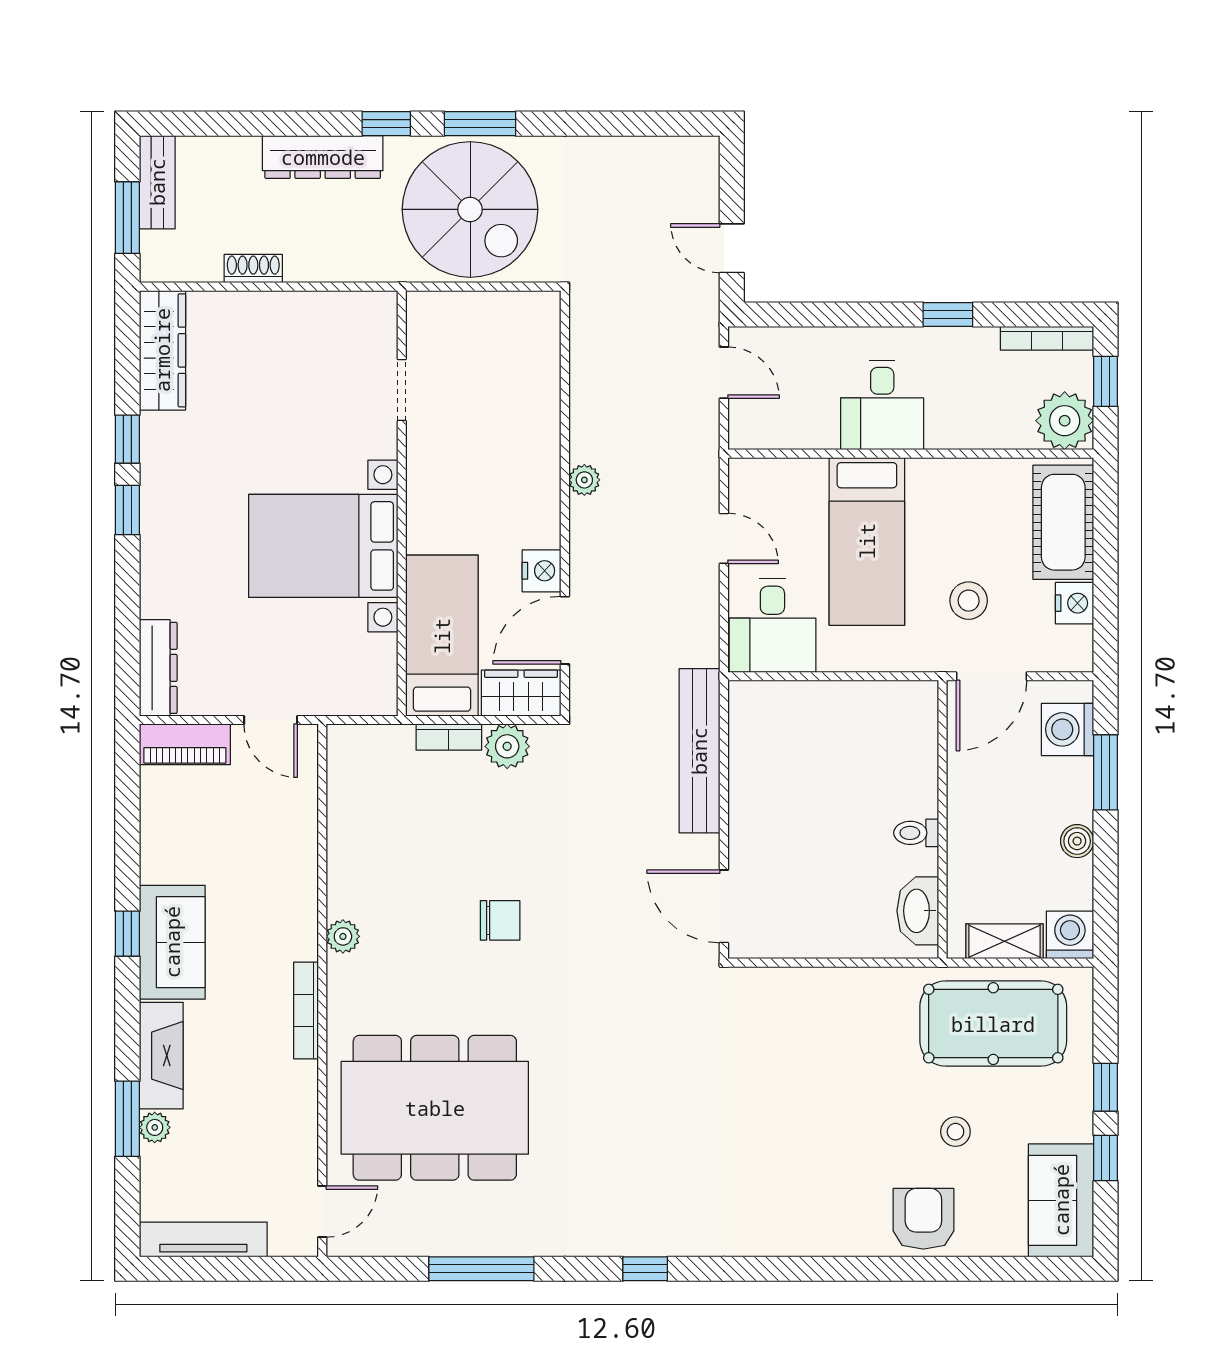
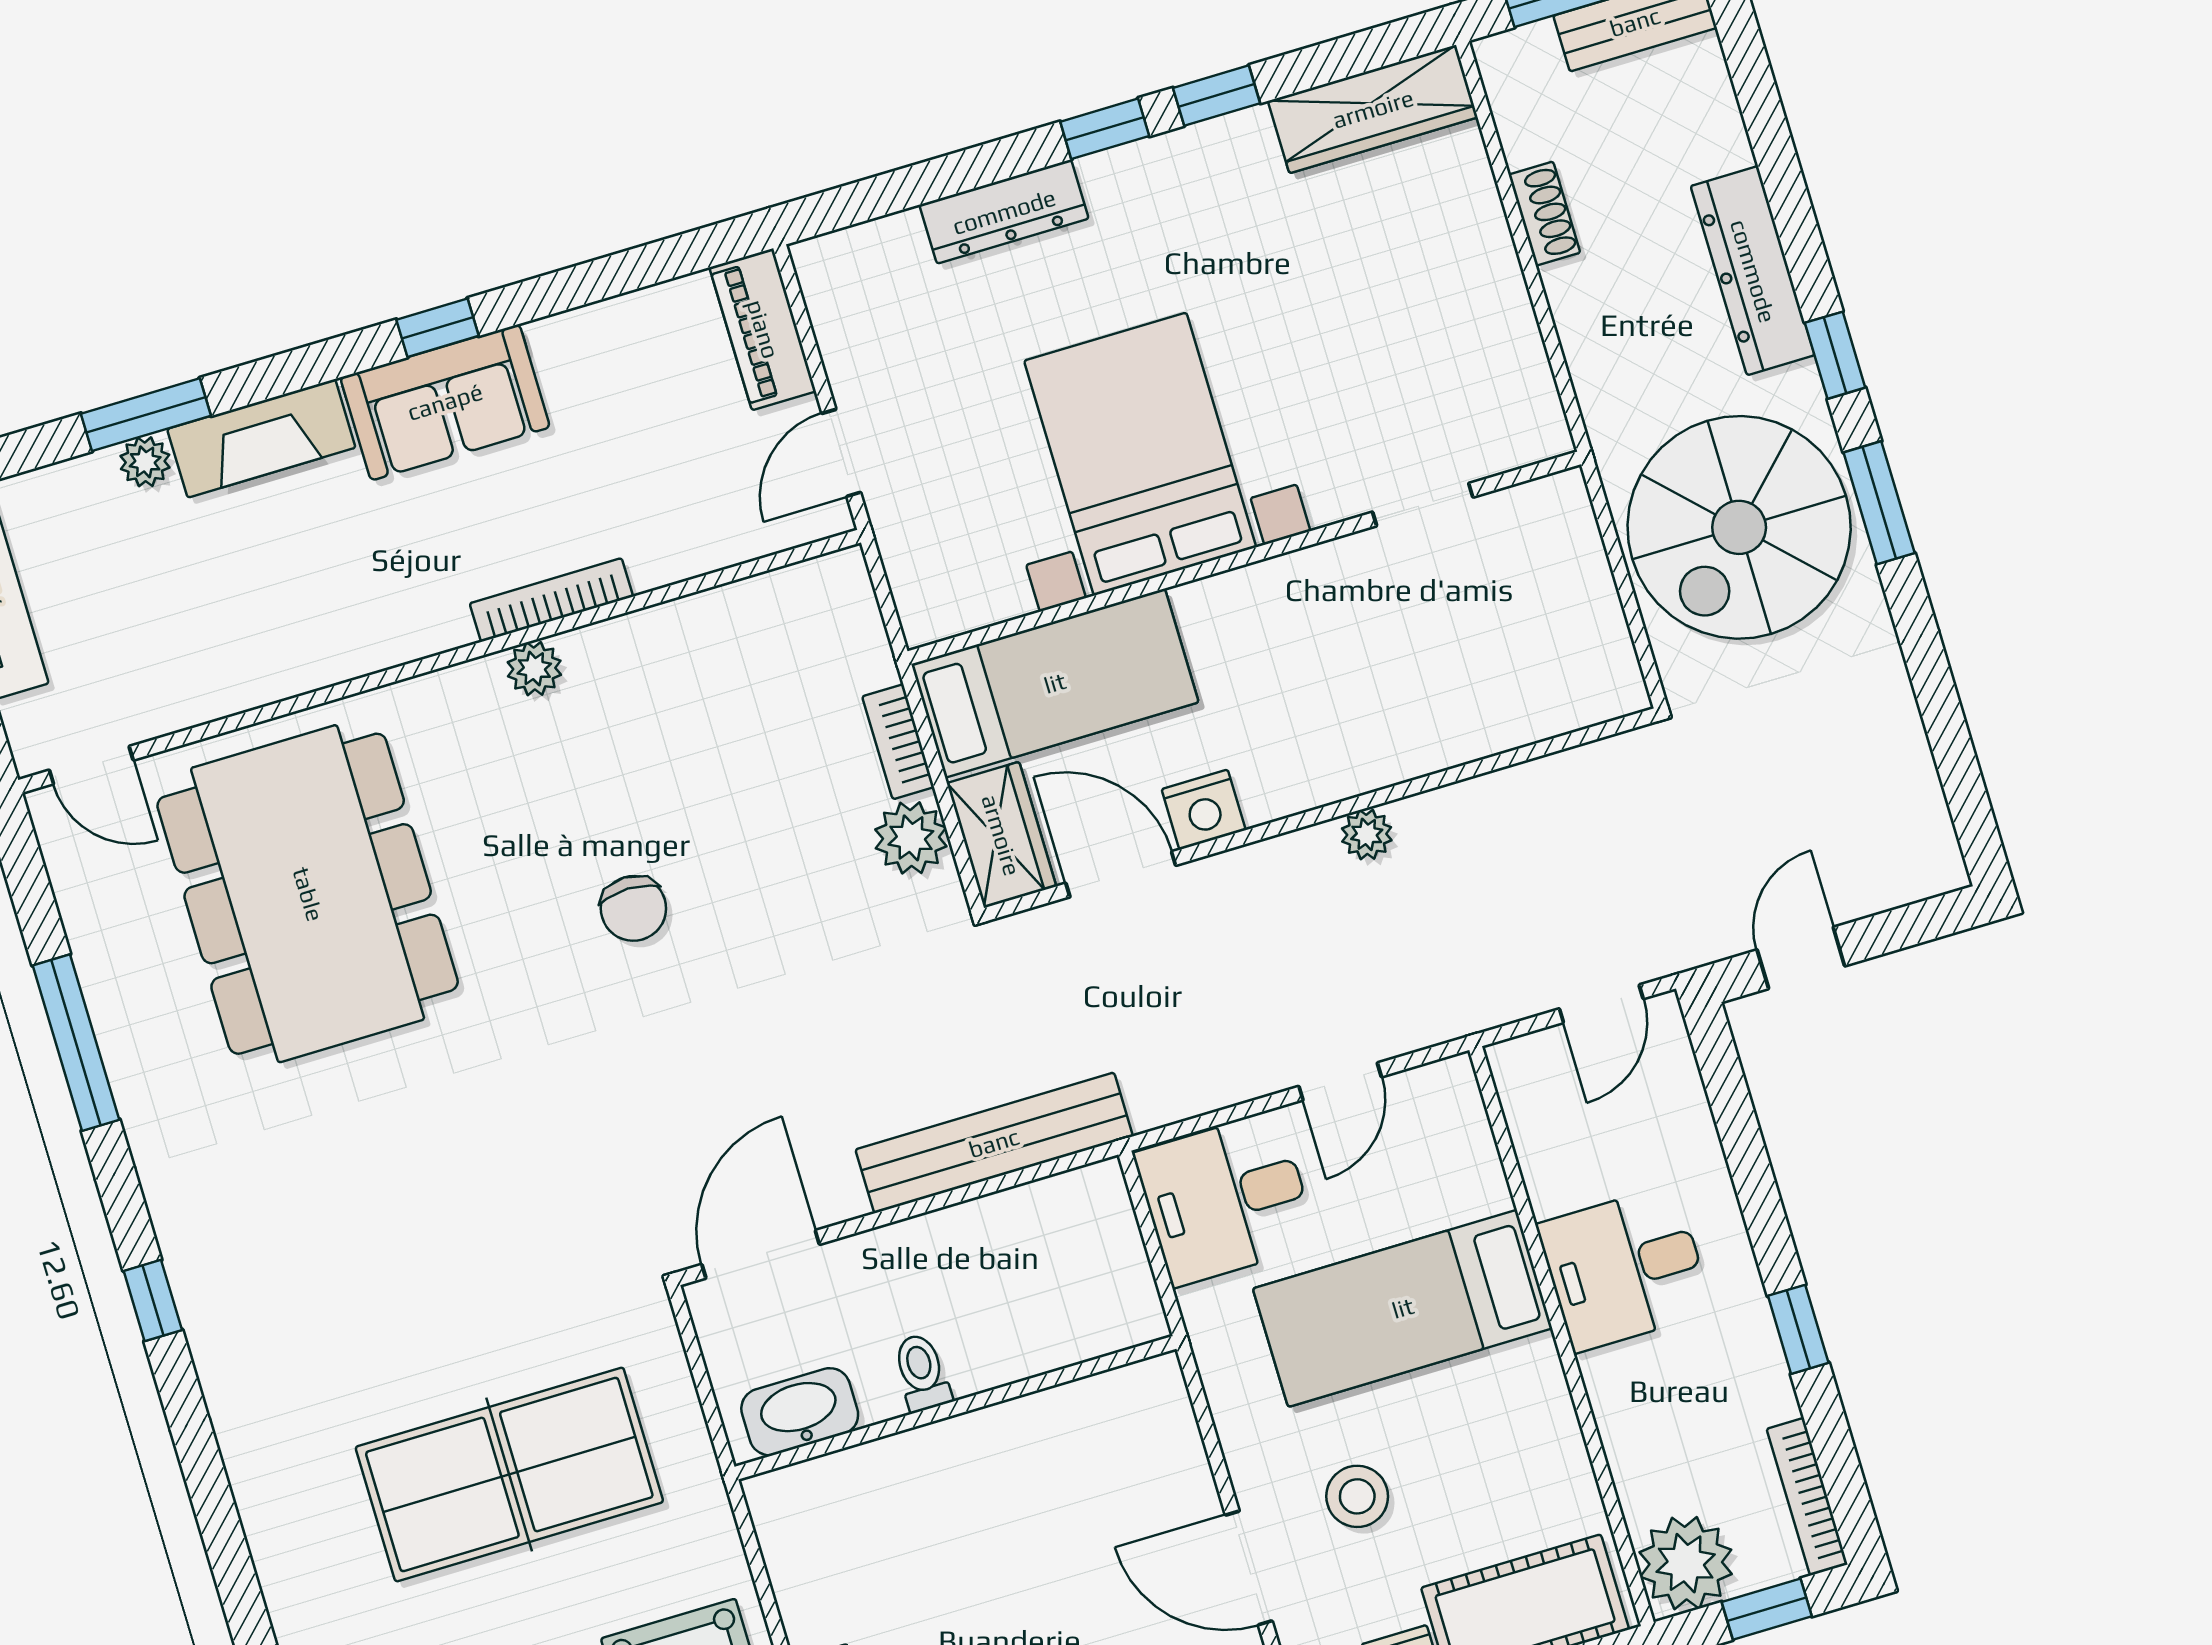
dresser: (158, 668) -> (1004, 212), moved
wall: (943, 819) -> (955, 1408), moved
toilet: (916, 833) -> (922, 1372), moved
washbasin: (918, 911) -> (800, 1412), moved
bookcase: (306, 1010) -> (551, 600), moved
table tennis table: (808, 1091) -> (509, 1475), added

